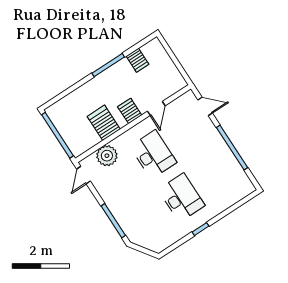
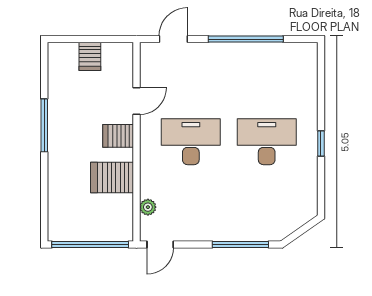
server rack: (137, 60) -> (90, 56), moved, turned 90
door: (156, 108) -> (137, 101), hinge flipped
plant: (107, 156) -> (148, 207), width x0.53, depth x0.53
door: (84, 175) -> (160, 244), hinge flipped

